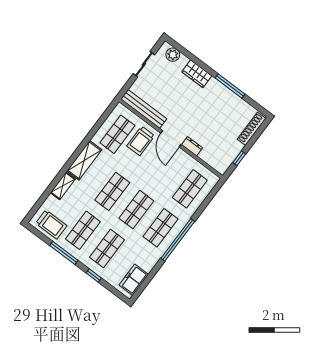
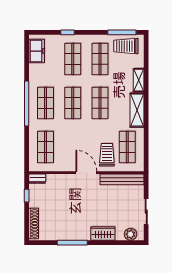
dresser: (192, 146) -> (37, 179), moved
window: (64, 253) -> (122, 32), moved

